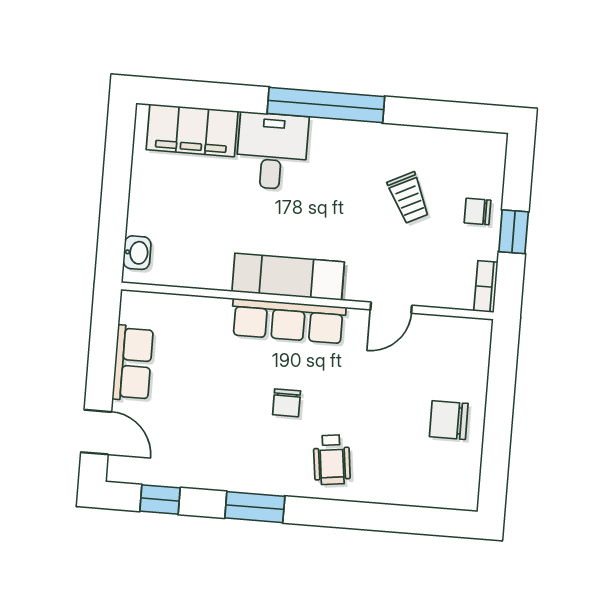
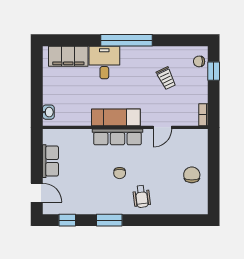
chair: (477, 211) -> (199, 61), moved
window: (514, 232) -> (214, 71), moved
chair: (449, 420) -> (192, 175), turned 90

